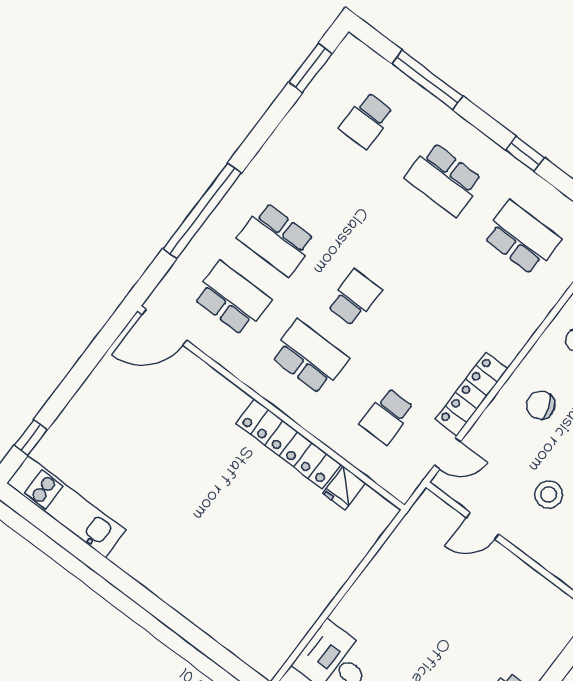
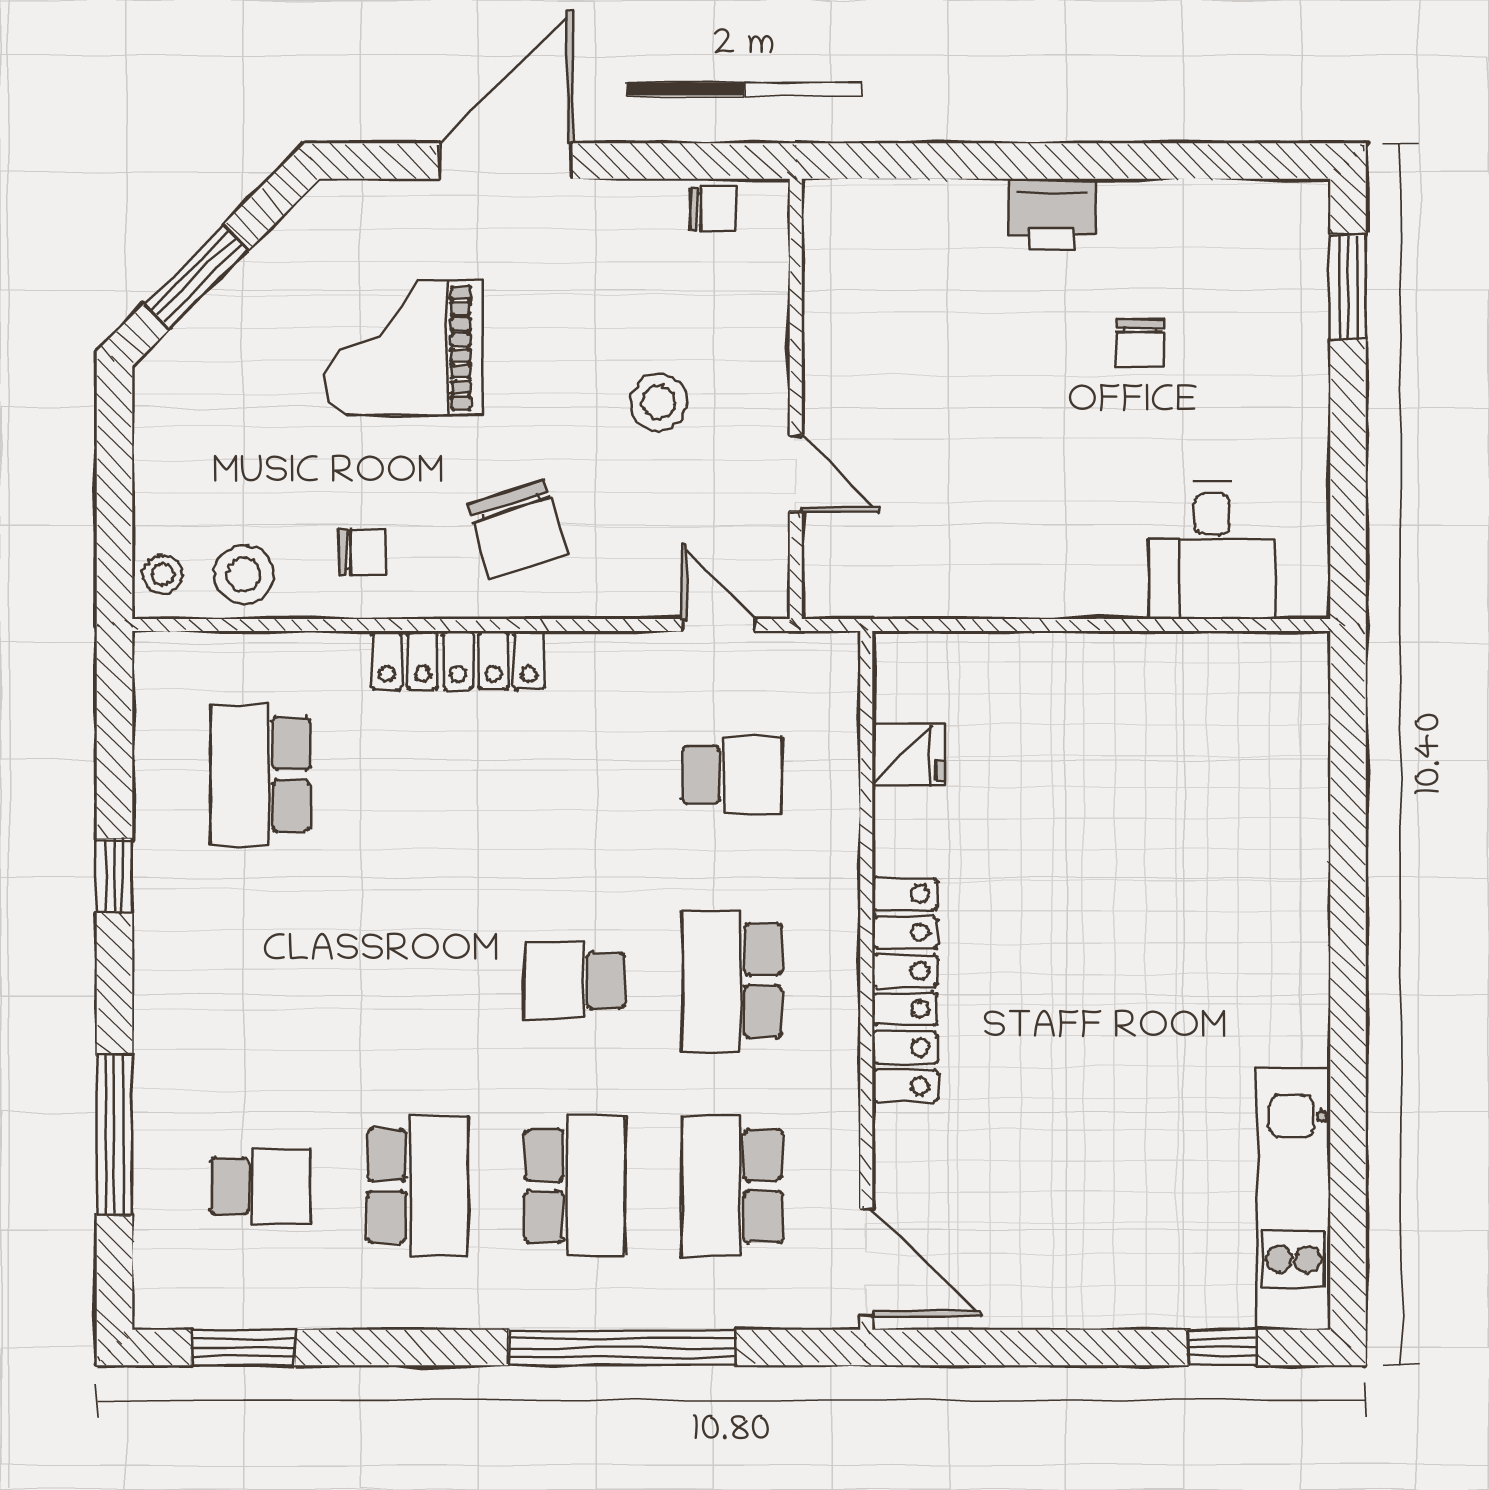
school desk: (444, 179) -> (418, 1186), moved
locker: (471, 394) -> (458, 660), moved
chair: (541, 405) -> (518, 530), width x1.37, depth x1.37
locker: (288, 444) -> (905, 990), moved

